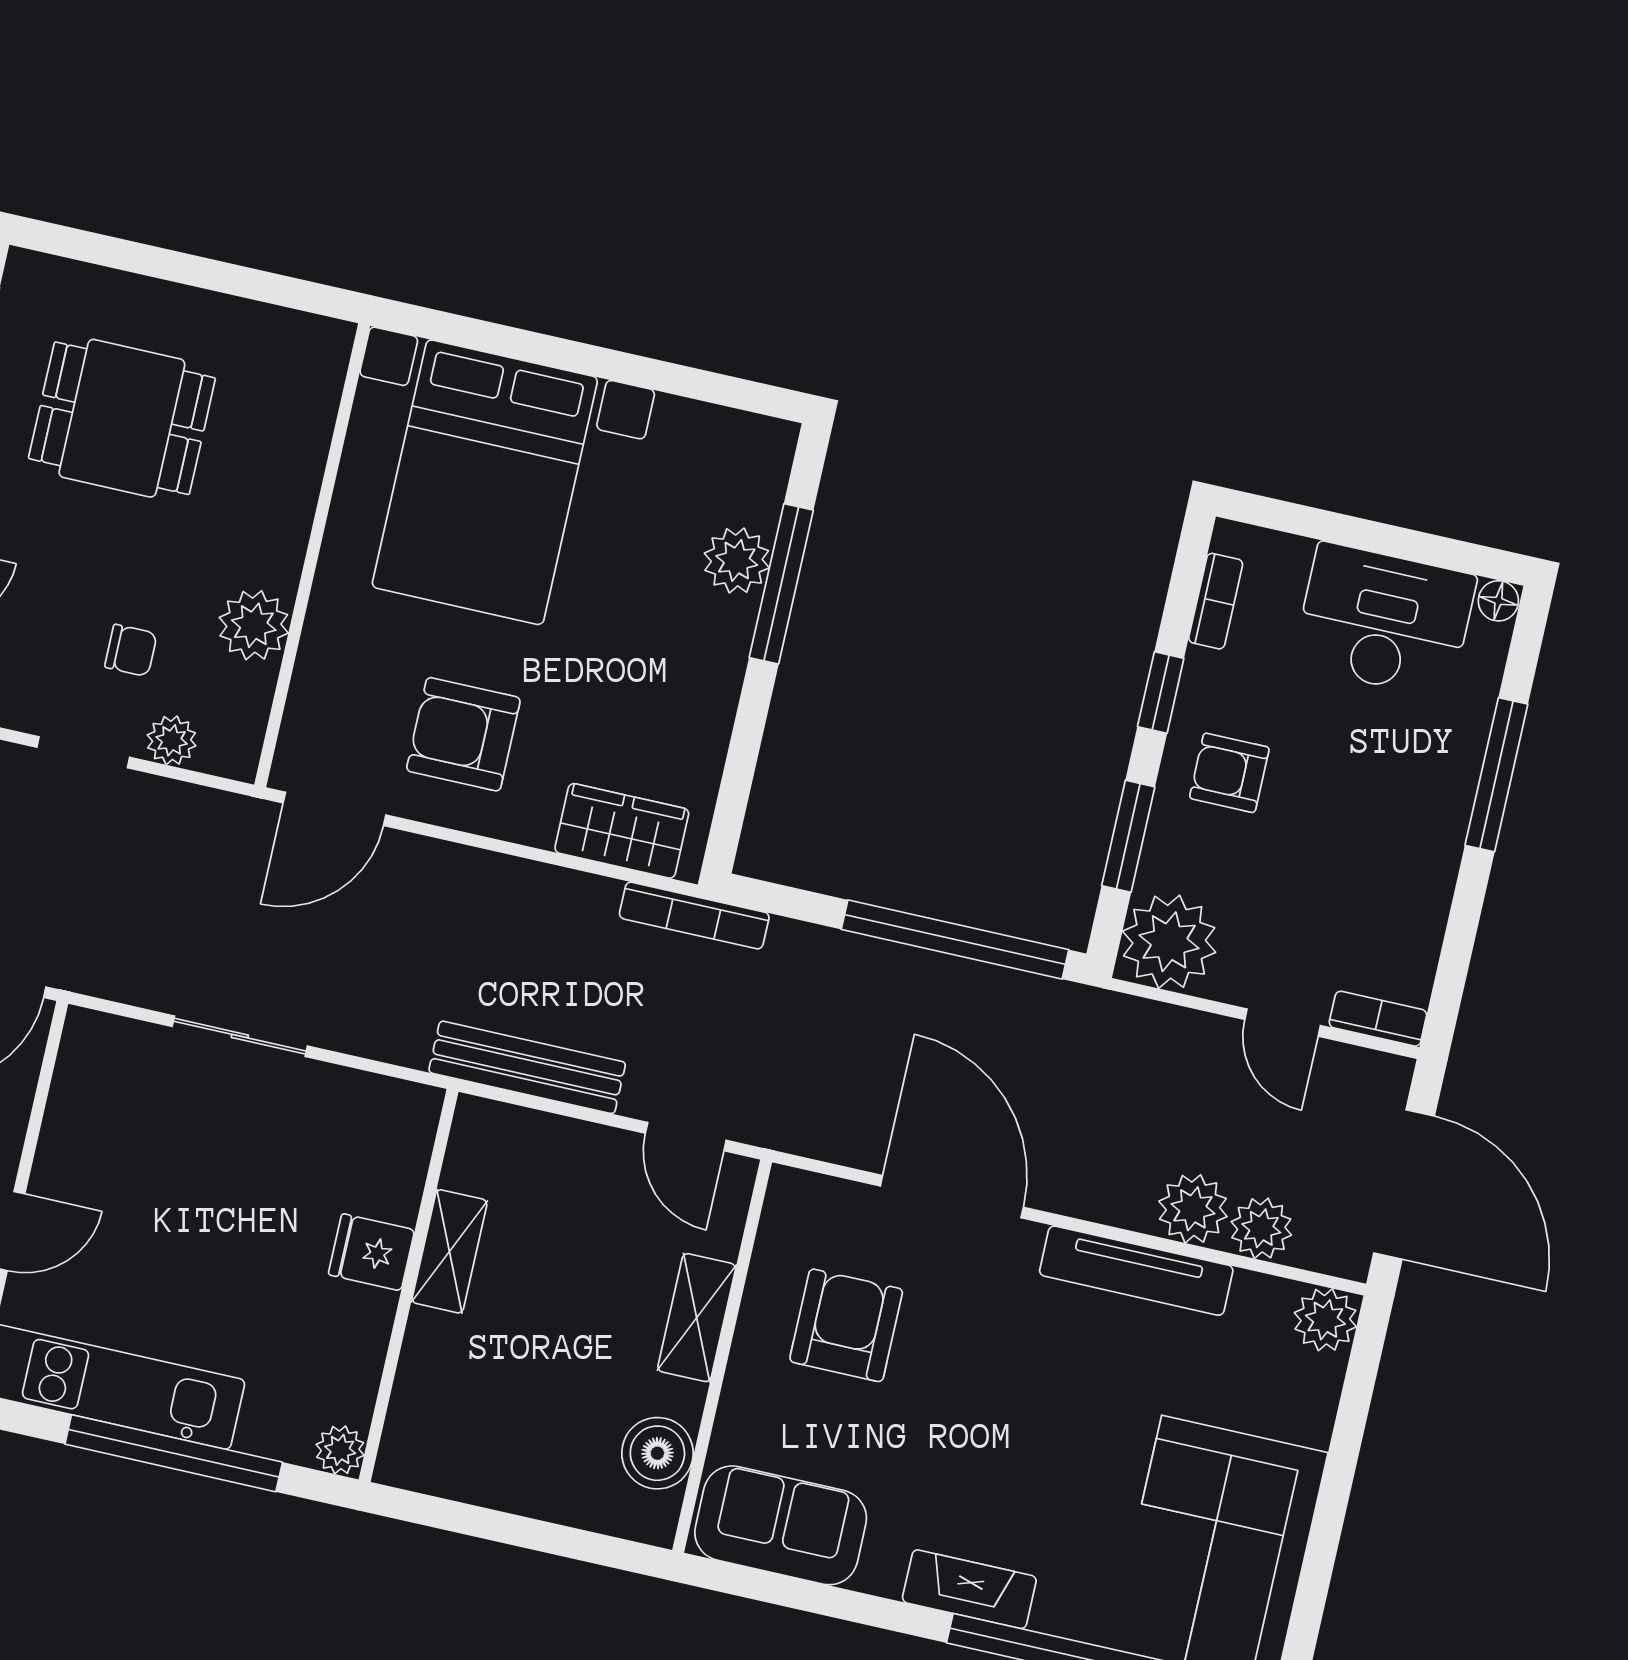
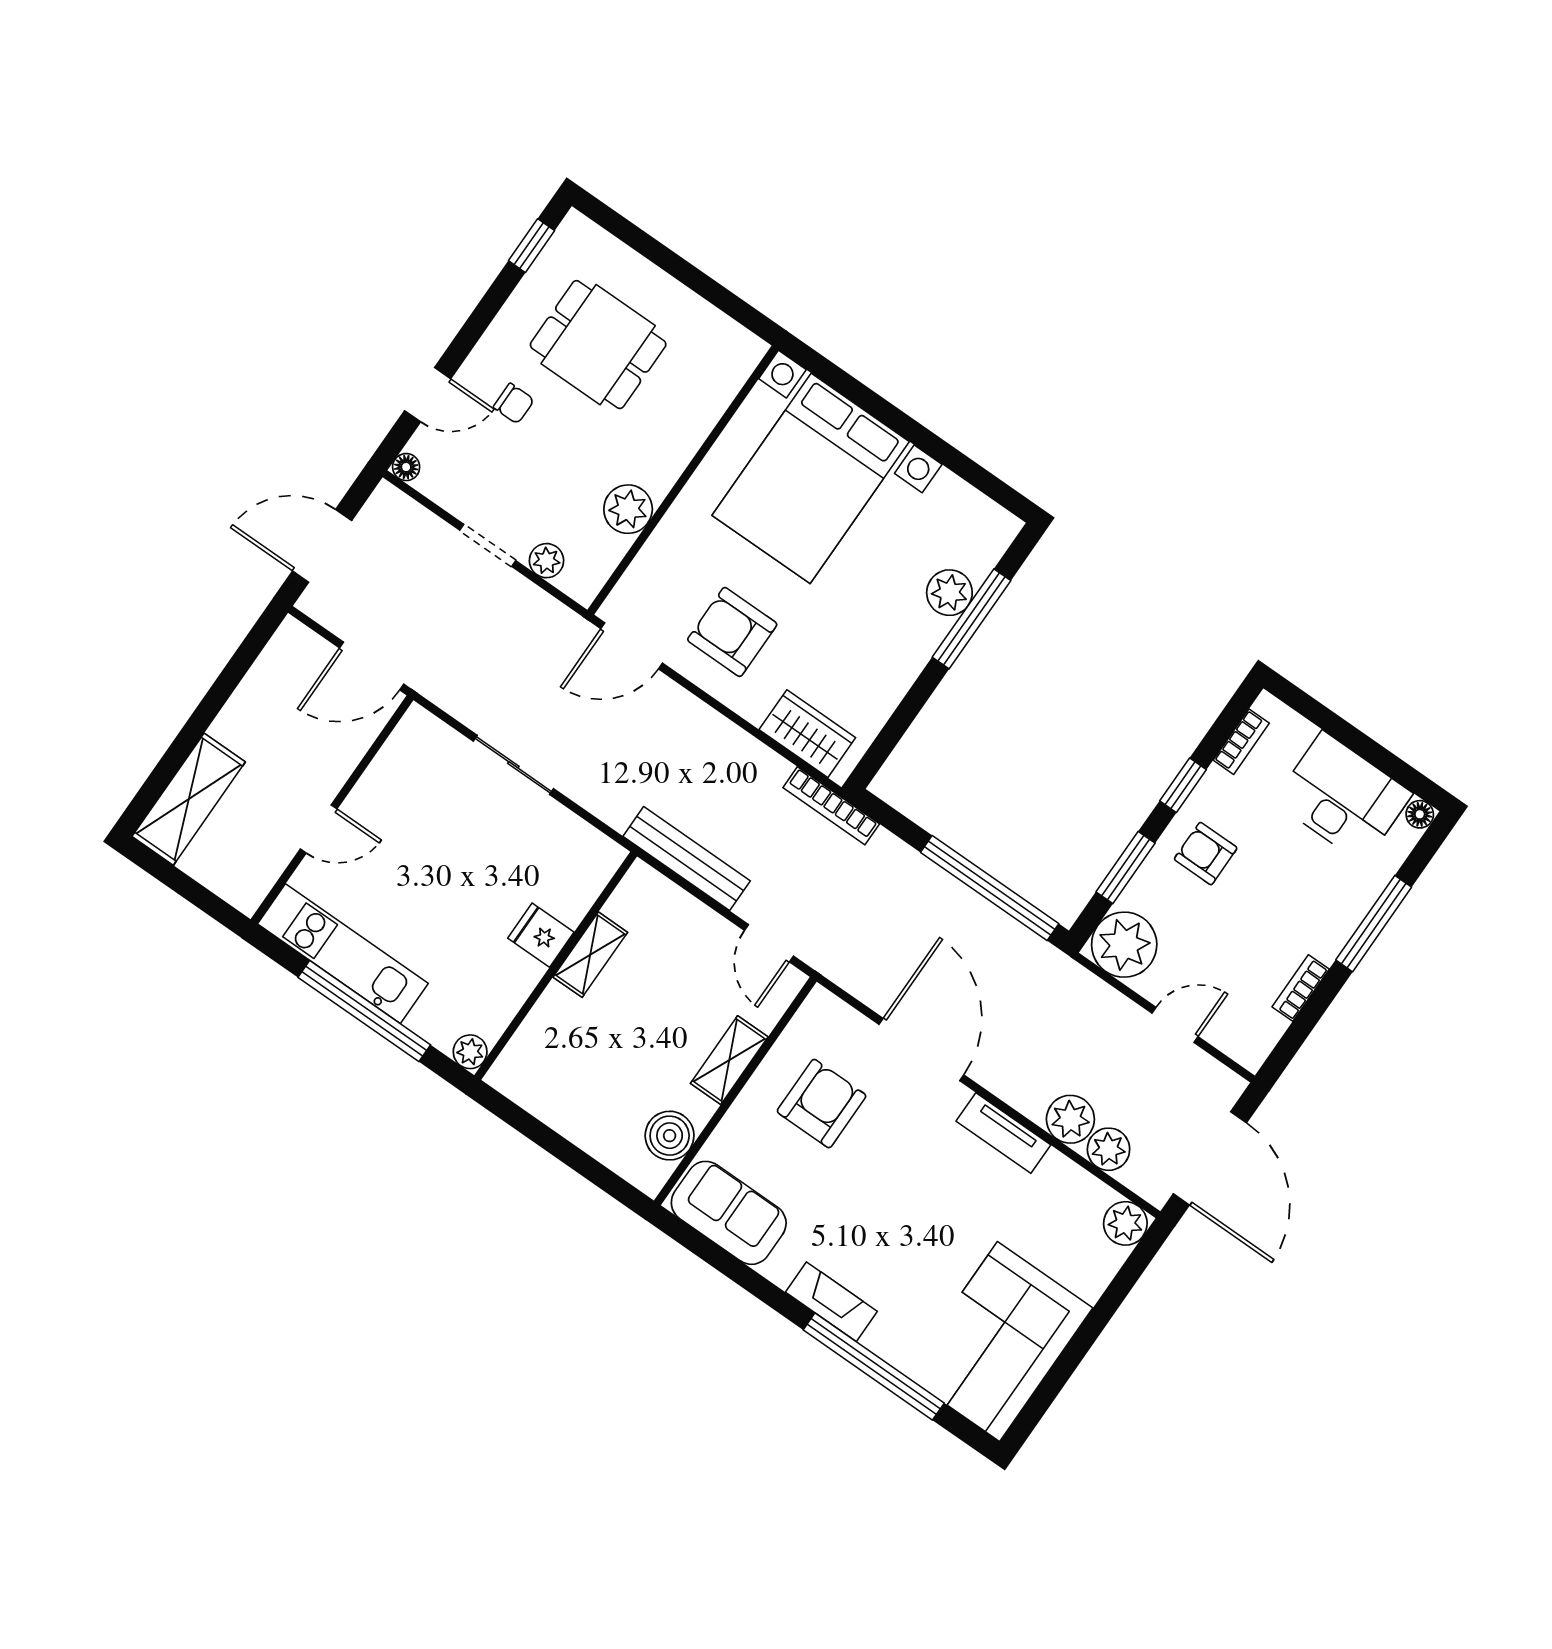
chair: (131, 650) -> (514, 404), moved
bookcase: (1378, 1019) -> (1301, 988), moved, turned -90
door: (1283, 1023) -> (1175, 1025), swing flipped
tv unit: (1136, 1271) -> (1003, 1133), width x0.71

